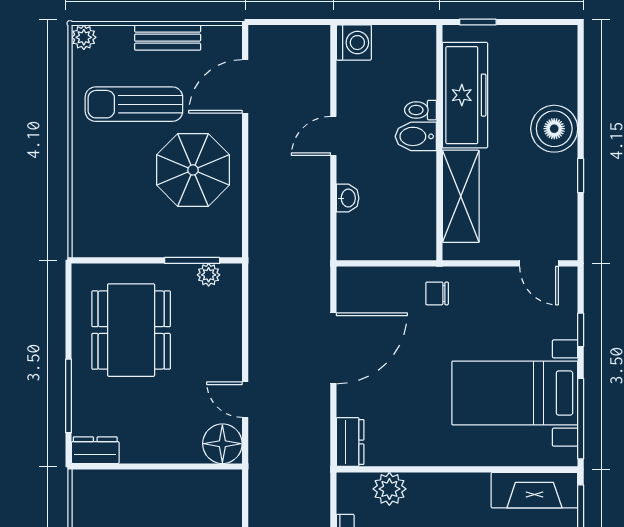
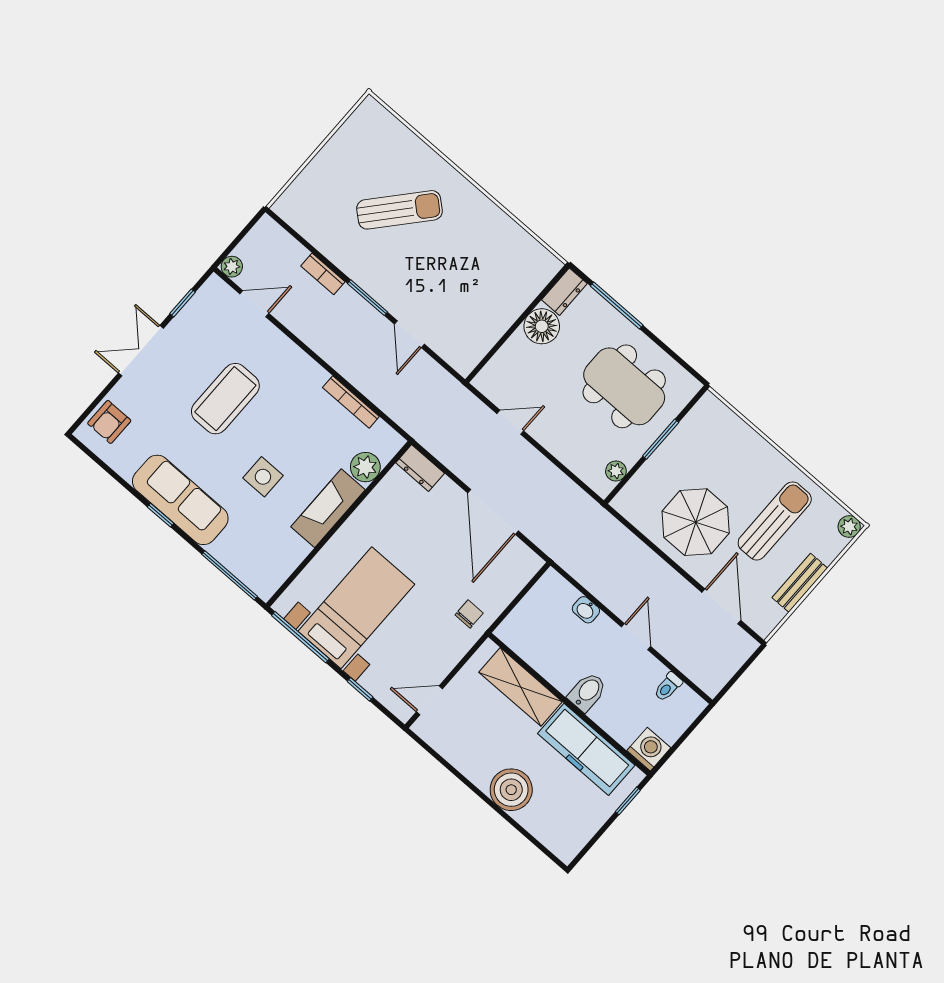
washing machine: (354, 43) -> (649, 749), moved, turned 180
toilet: (420, 110) -> (668, 687), moved, turned 180
window: (581, 175) -> (464, 780), removed
window: (192, 260) -> (661, 439), moved
floor lamp: (222, 444) -> (542, 326), moved
fireplace: (534, 490) -> (328, 508), moved

